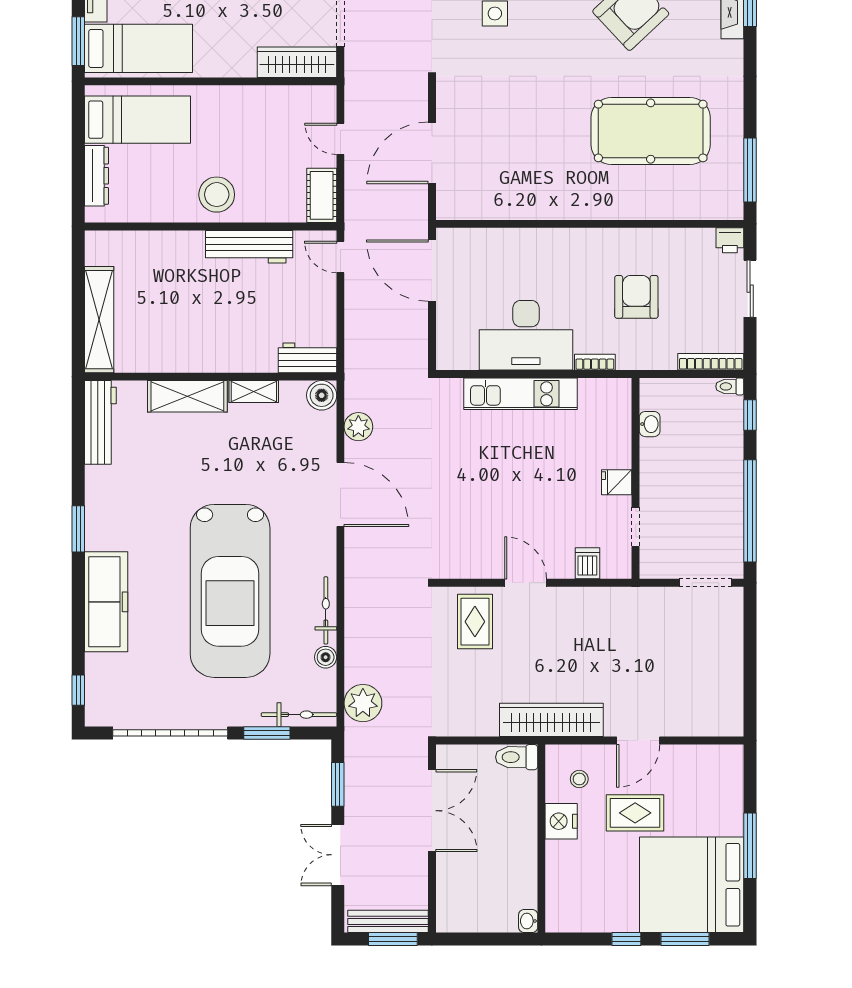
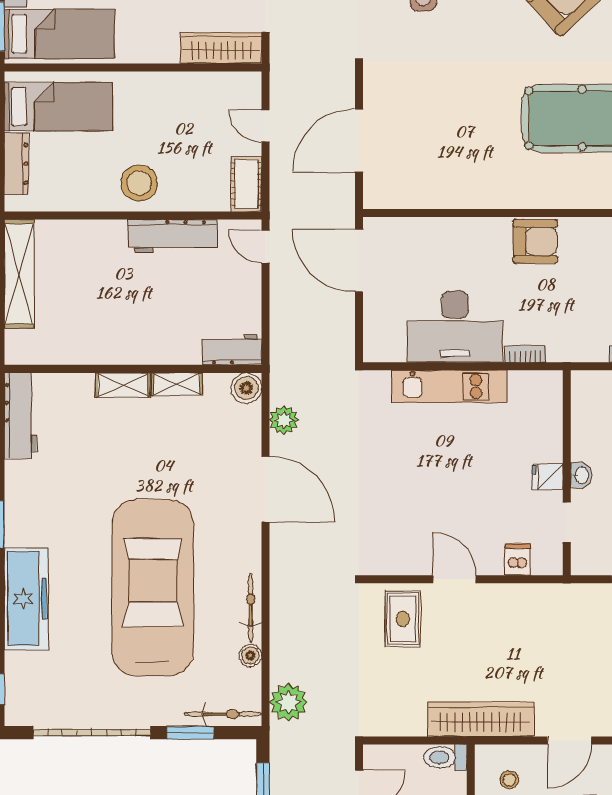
armchair: (636, 297) -> (535, 241), moved, turned 90
shelving: (99, 320) -> (19, 274), moved
shelving: (187, 396) -> (123, 385), width x0.67, depth x0.75
washbasin: (650, 424) -> (581, 475), moved
car: (230, 591) -> (153, 588), turned 180

